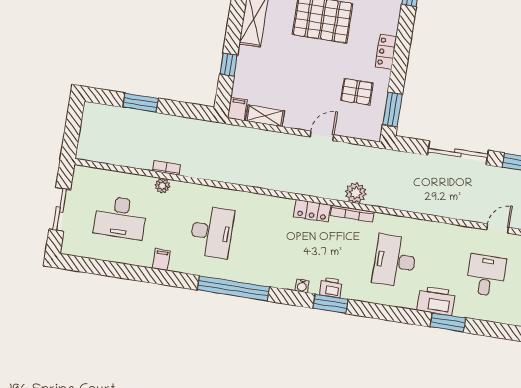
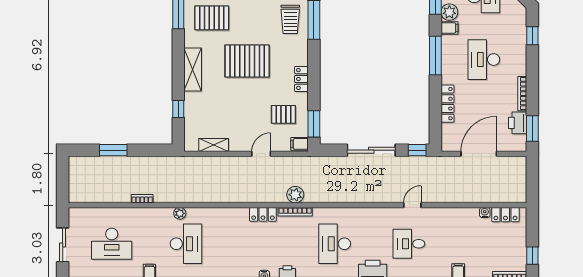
filing cabinet: (238, 109) -> (300, 144), moved, turned -90
plant: (162, 186) -> (180, 213), moved
desk: (486, 275) -> (409, 244), turned -90

